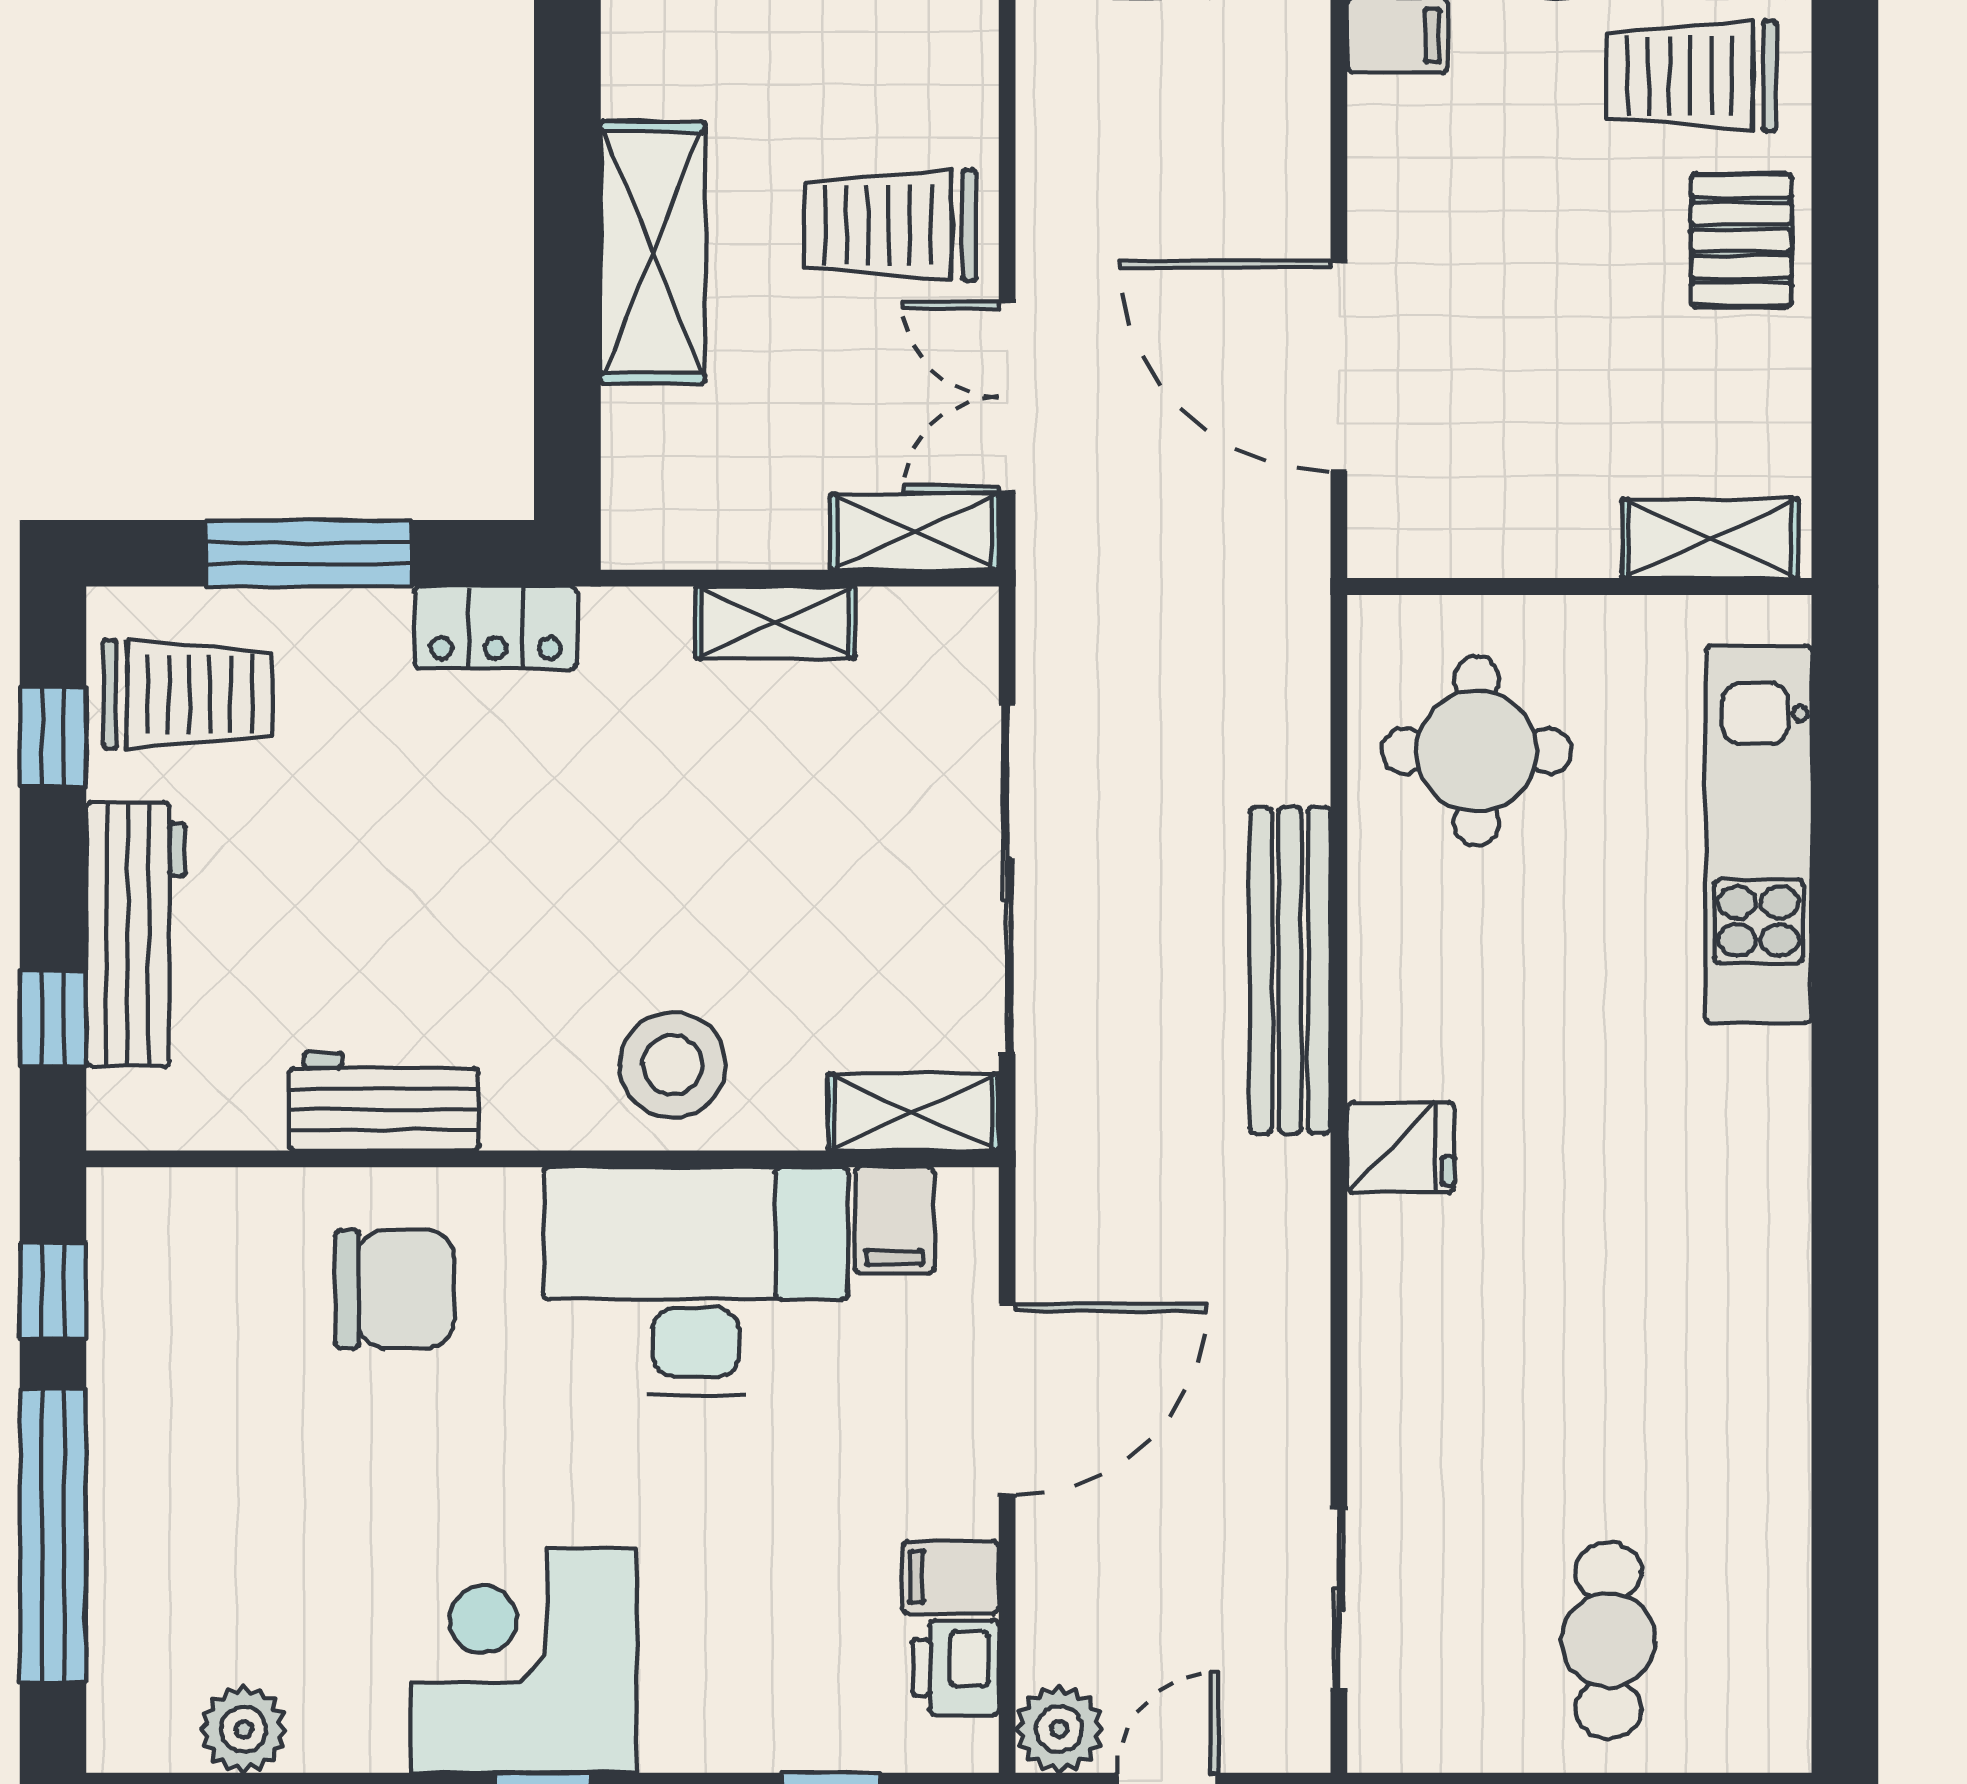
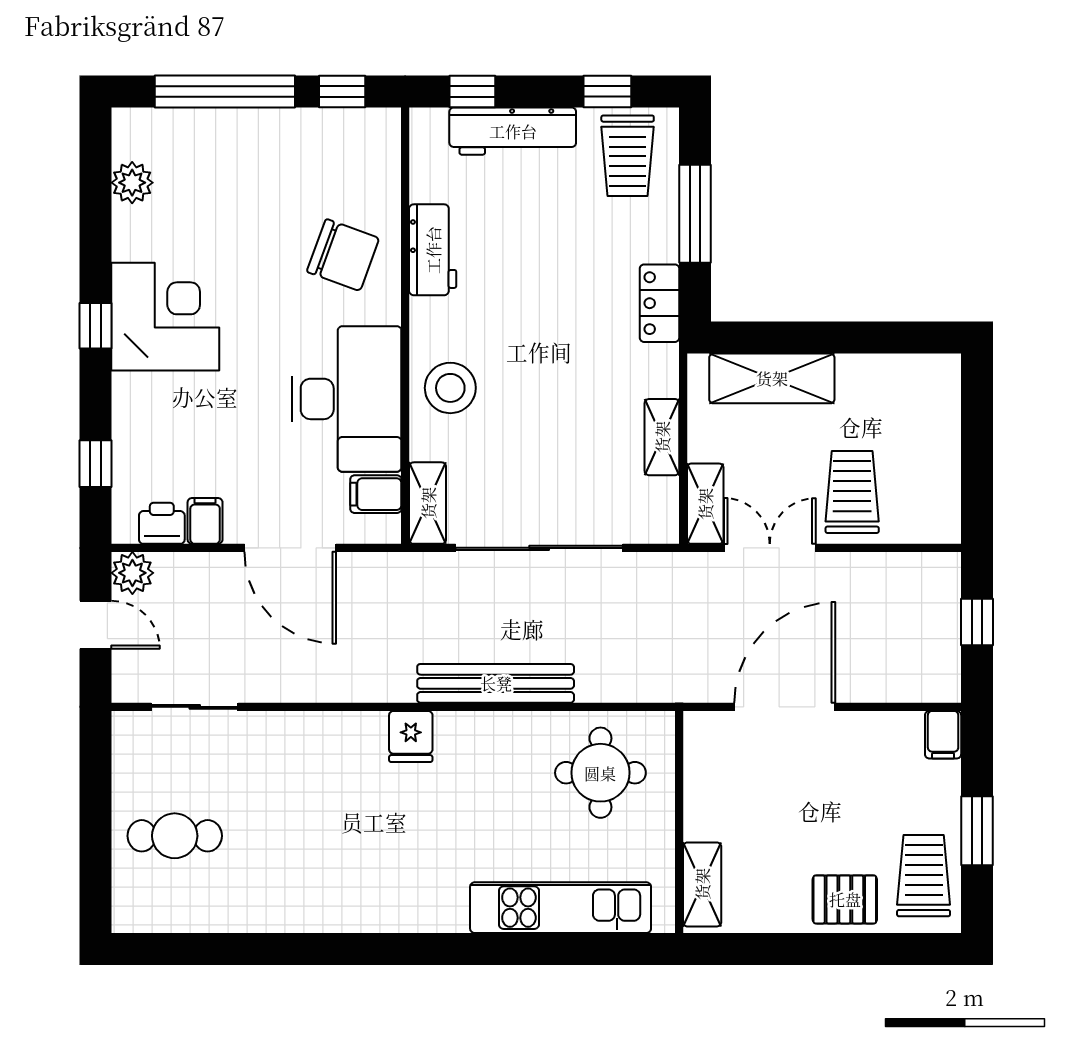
shelving: (653, 252) -> (772, 378), moved
chair: (395, 1289) -> (343, 255), turned -70

